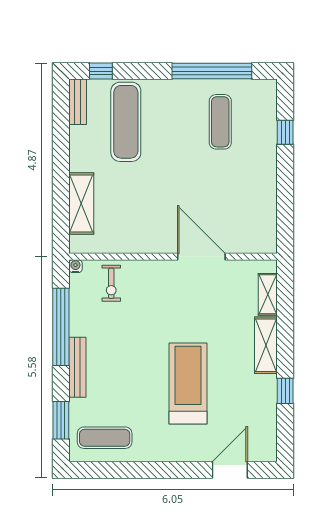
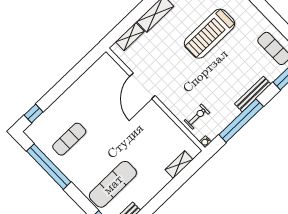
window: (285, 132) -> (34, 114), moved
shelving: (81, 204) -> (179, 165), width x0.67, depth x0.75

